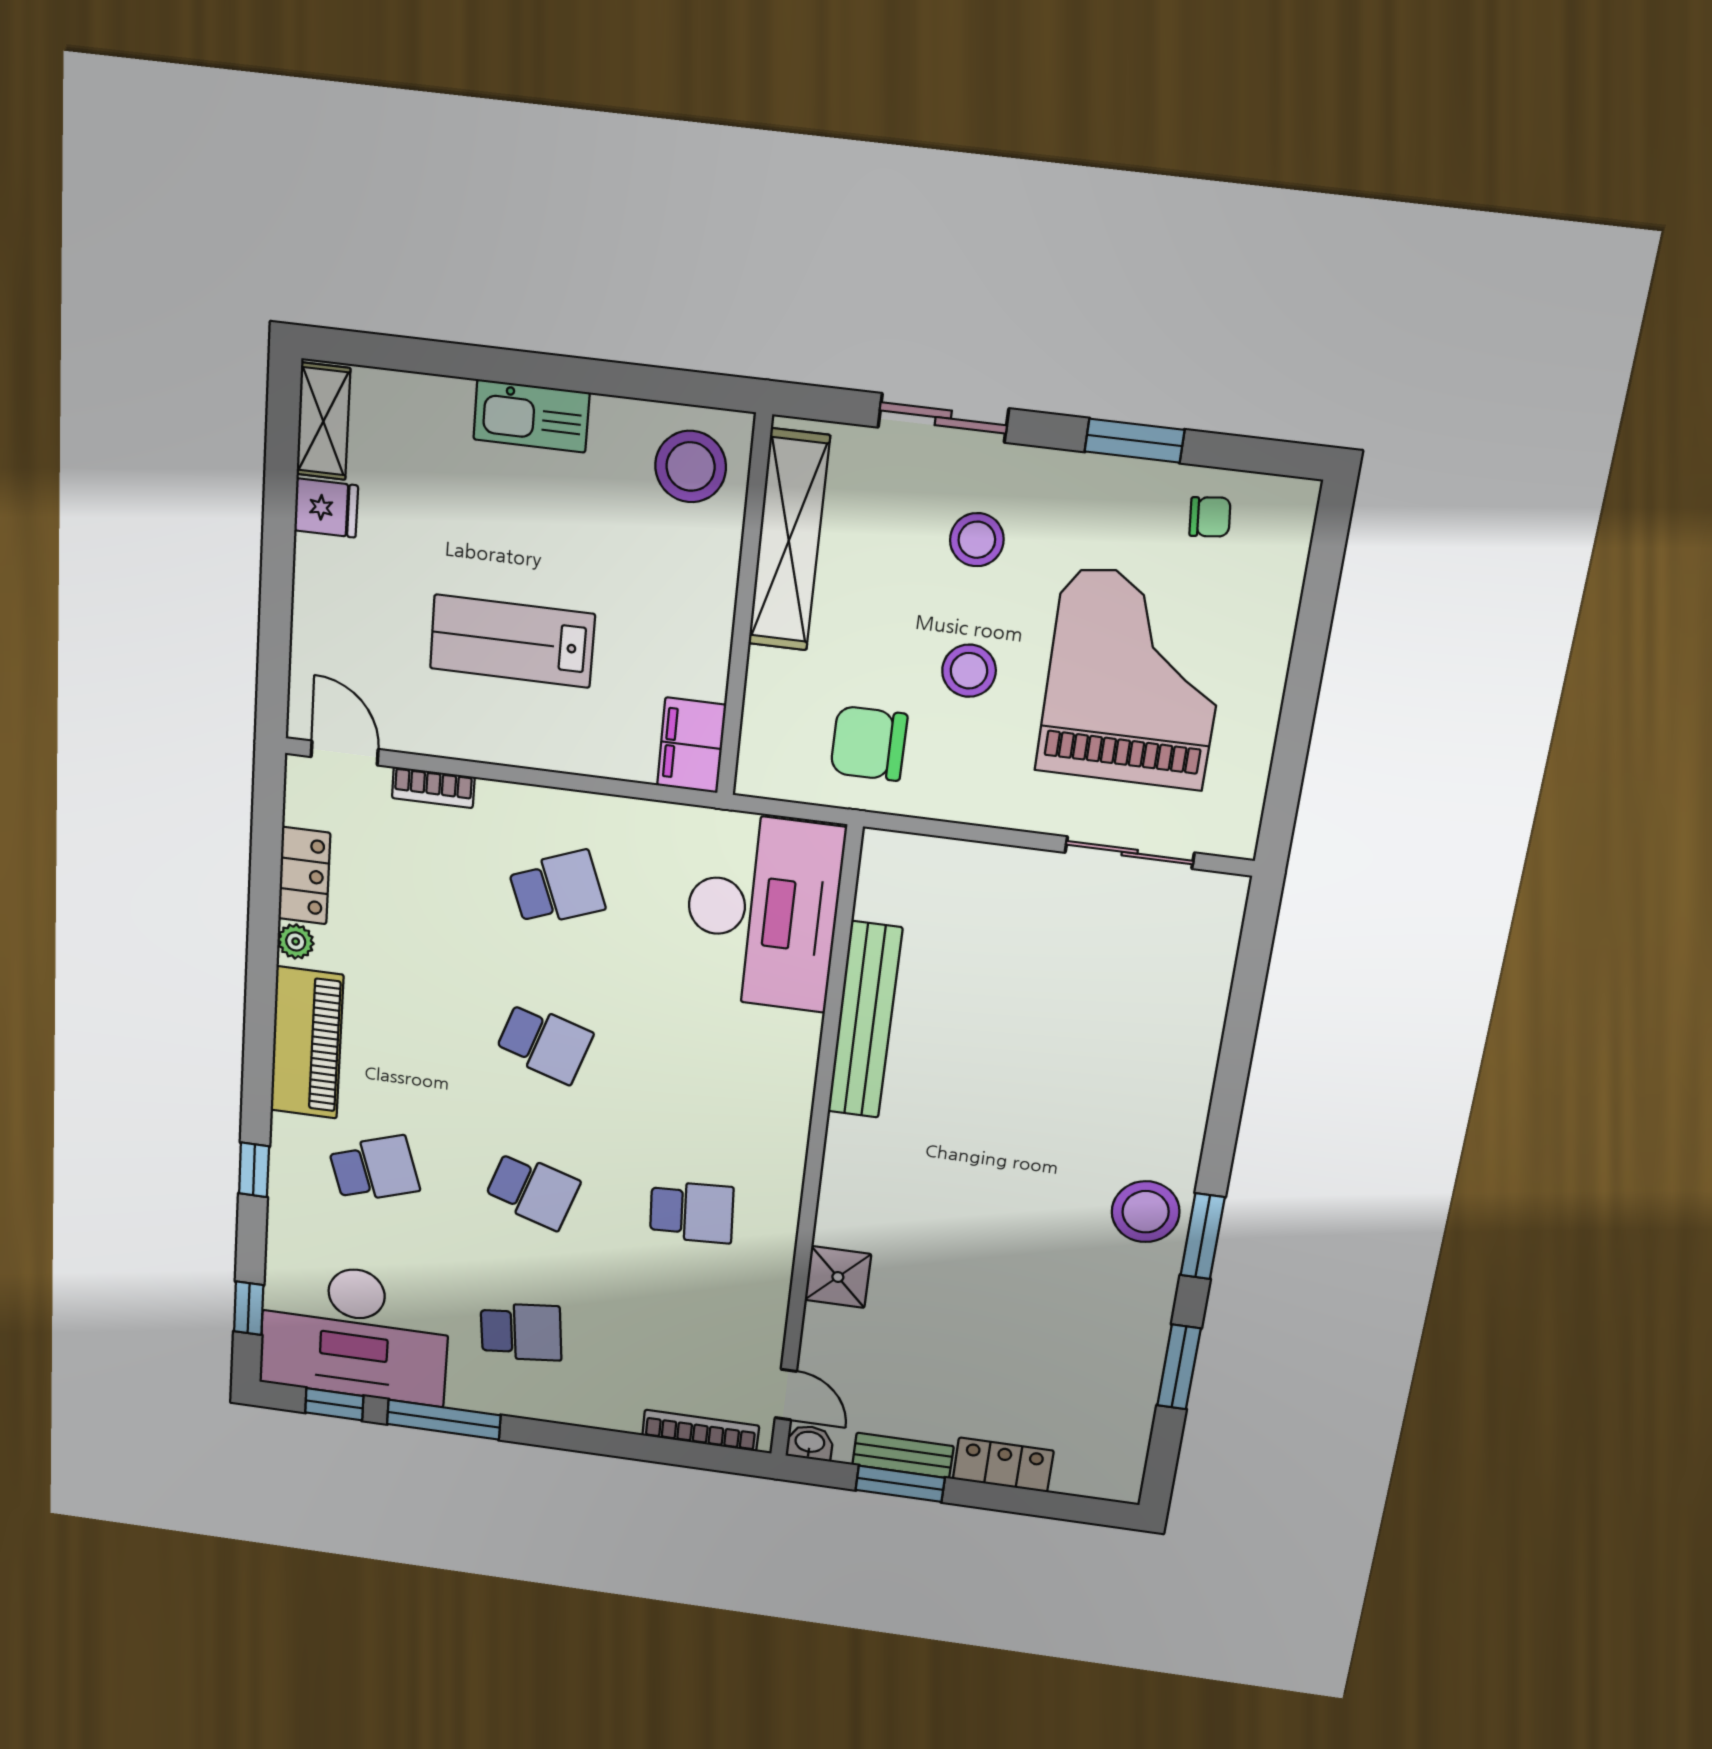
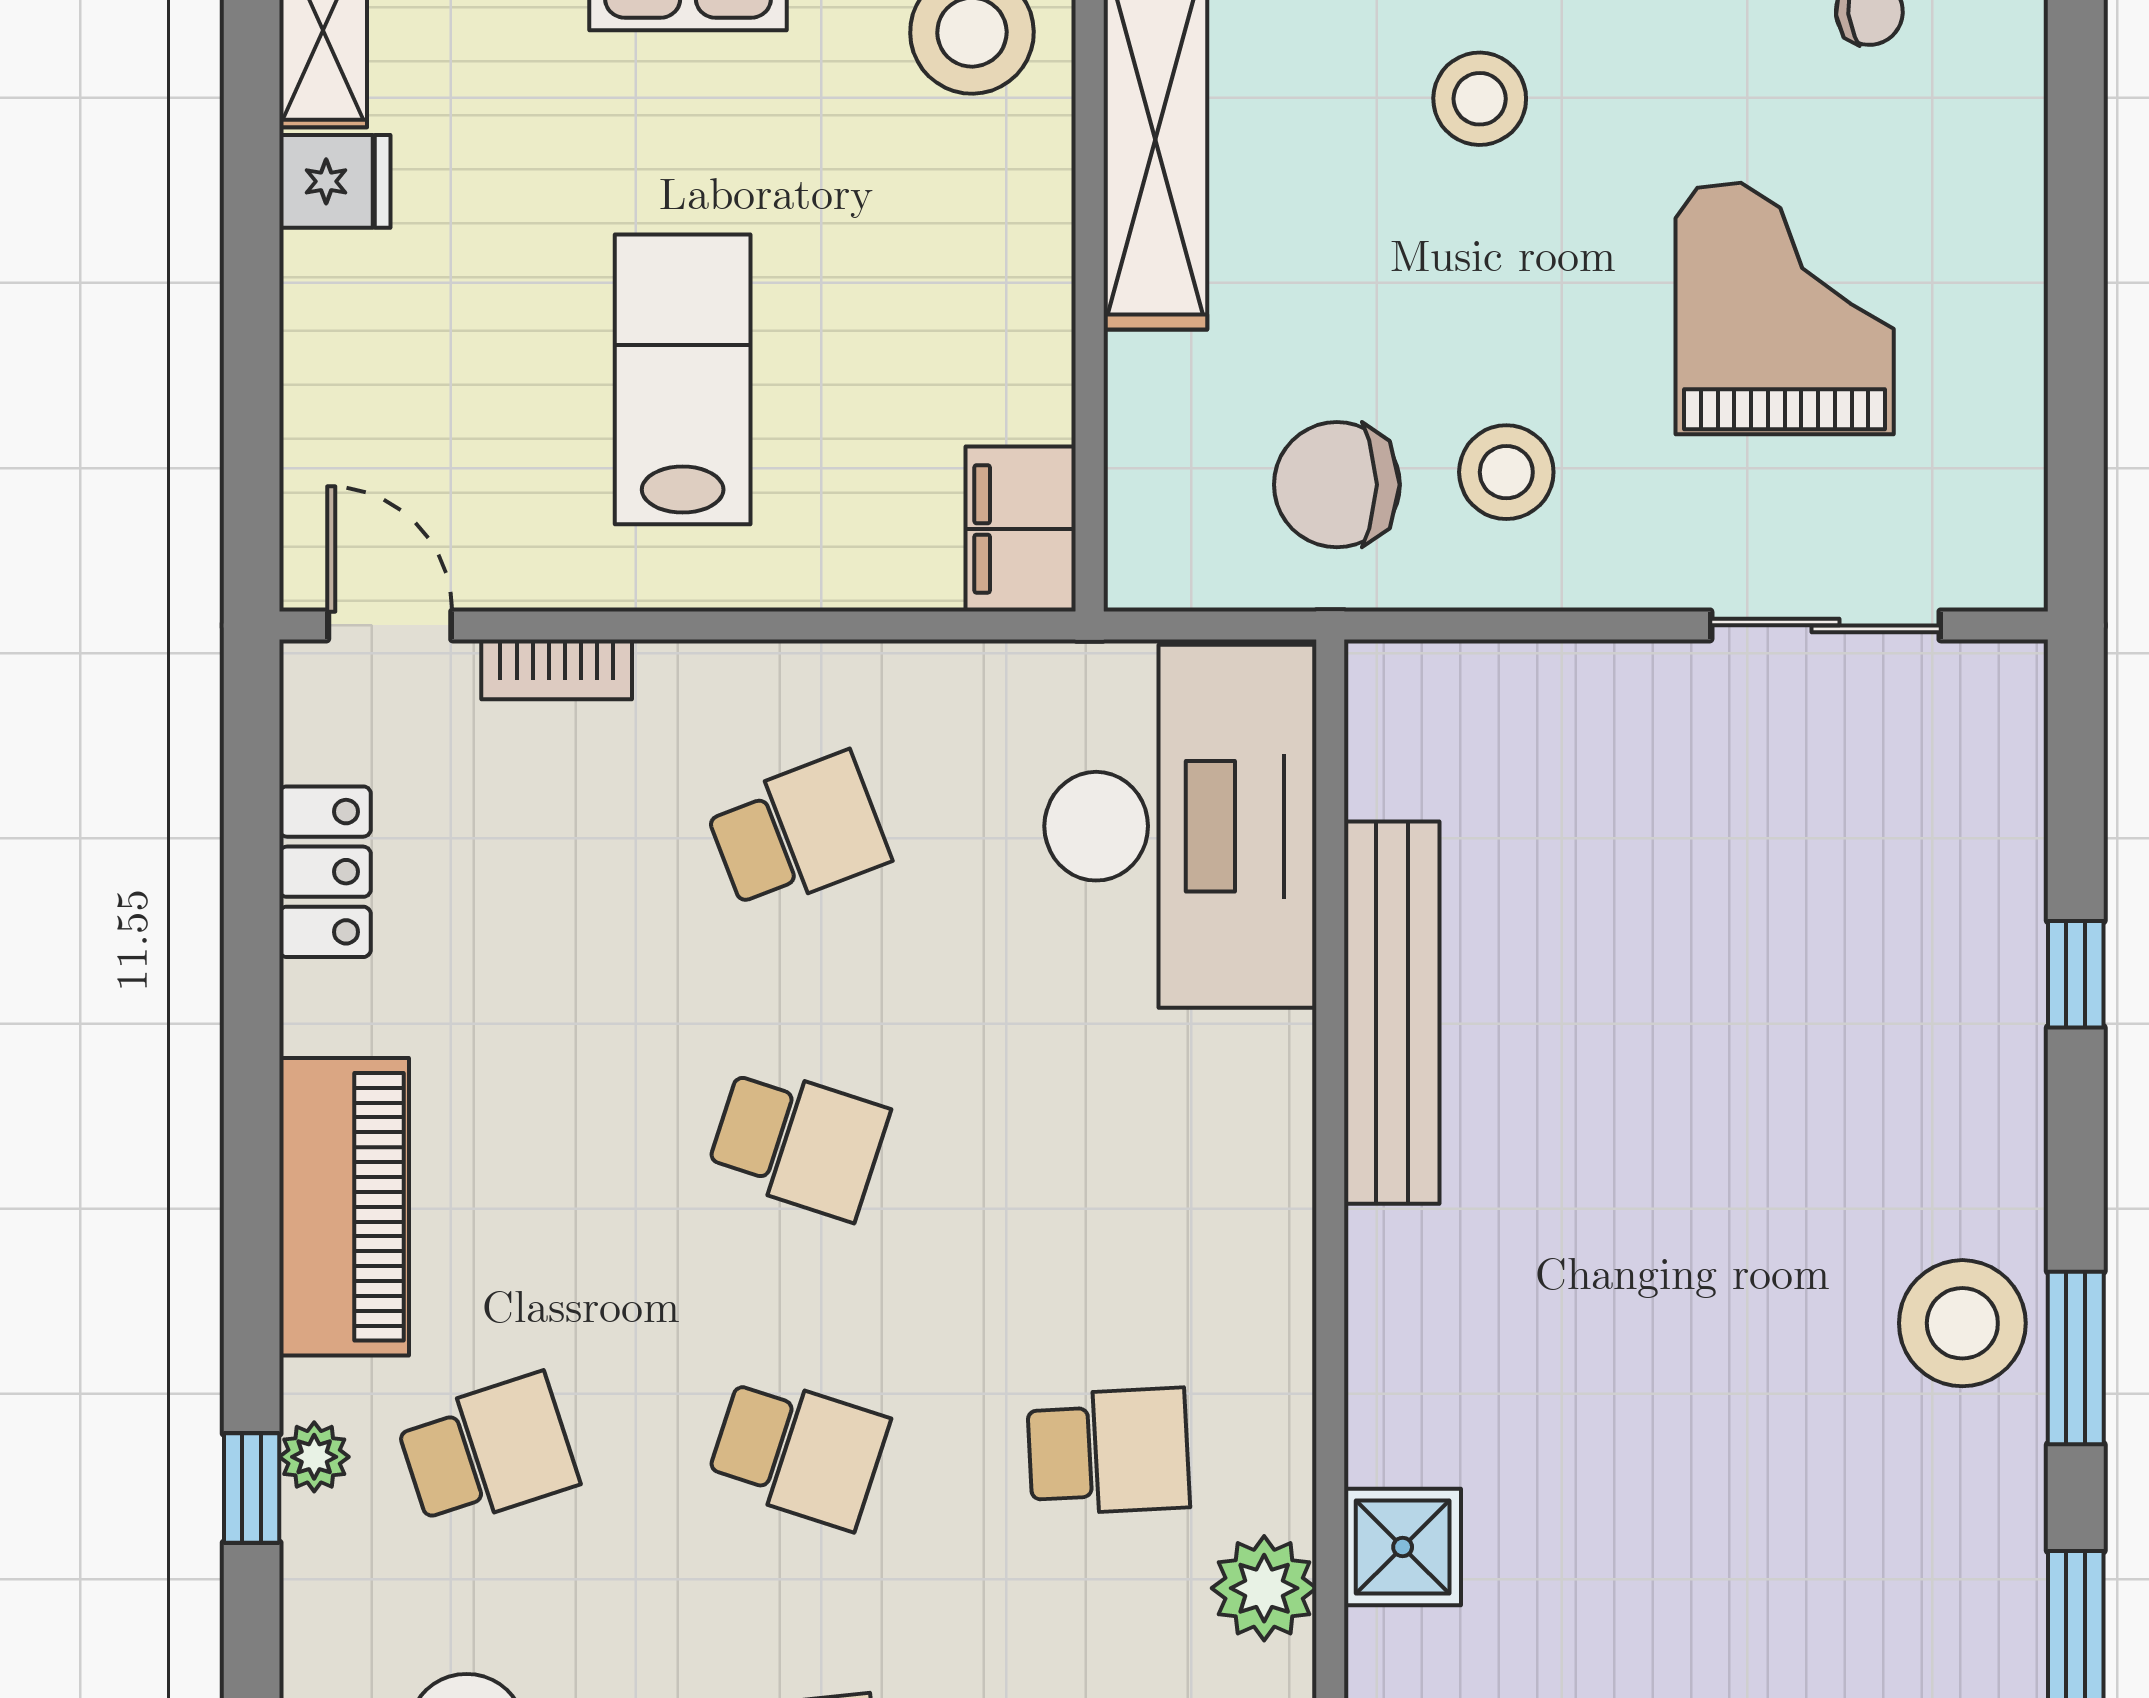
lab bench: (512, 641) -> (683, 379), turned 90
stool: (969, 671) -> (1506, 472), moved
grand piano: (1134, 679) -> (1785, 308), width x0.73, depth x0.68
plant: (296, 941) -> (314, 1457), moved
window: (1237, 1049) -> (2076, 974), added
plant: (765, 1286) -> (1264, 1588), added

